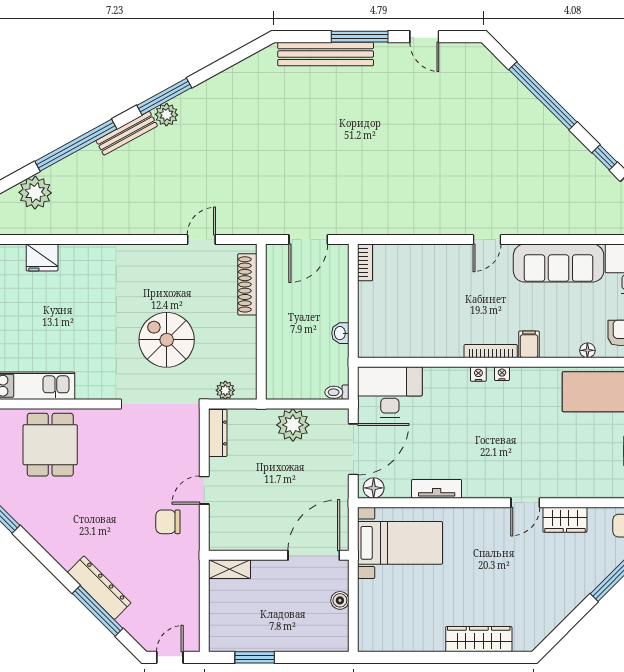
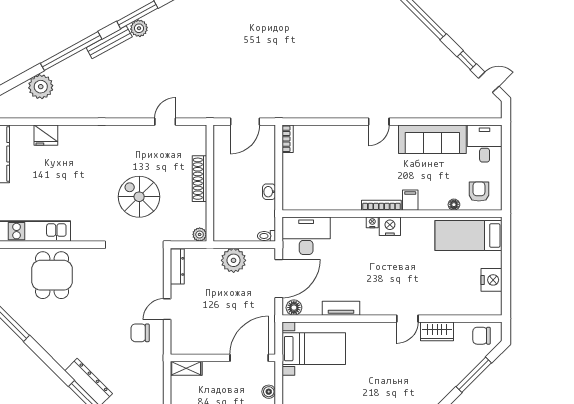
shoe rack: (247, 284) -> (199, 179), moved
nightstand: (502, 374) -> (390, 226), width x1.89, depth x1.79
plant: (225, 390) -> (200, 234), moved

